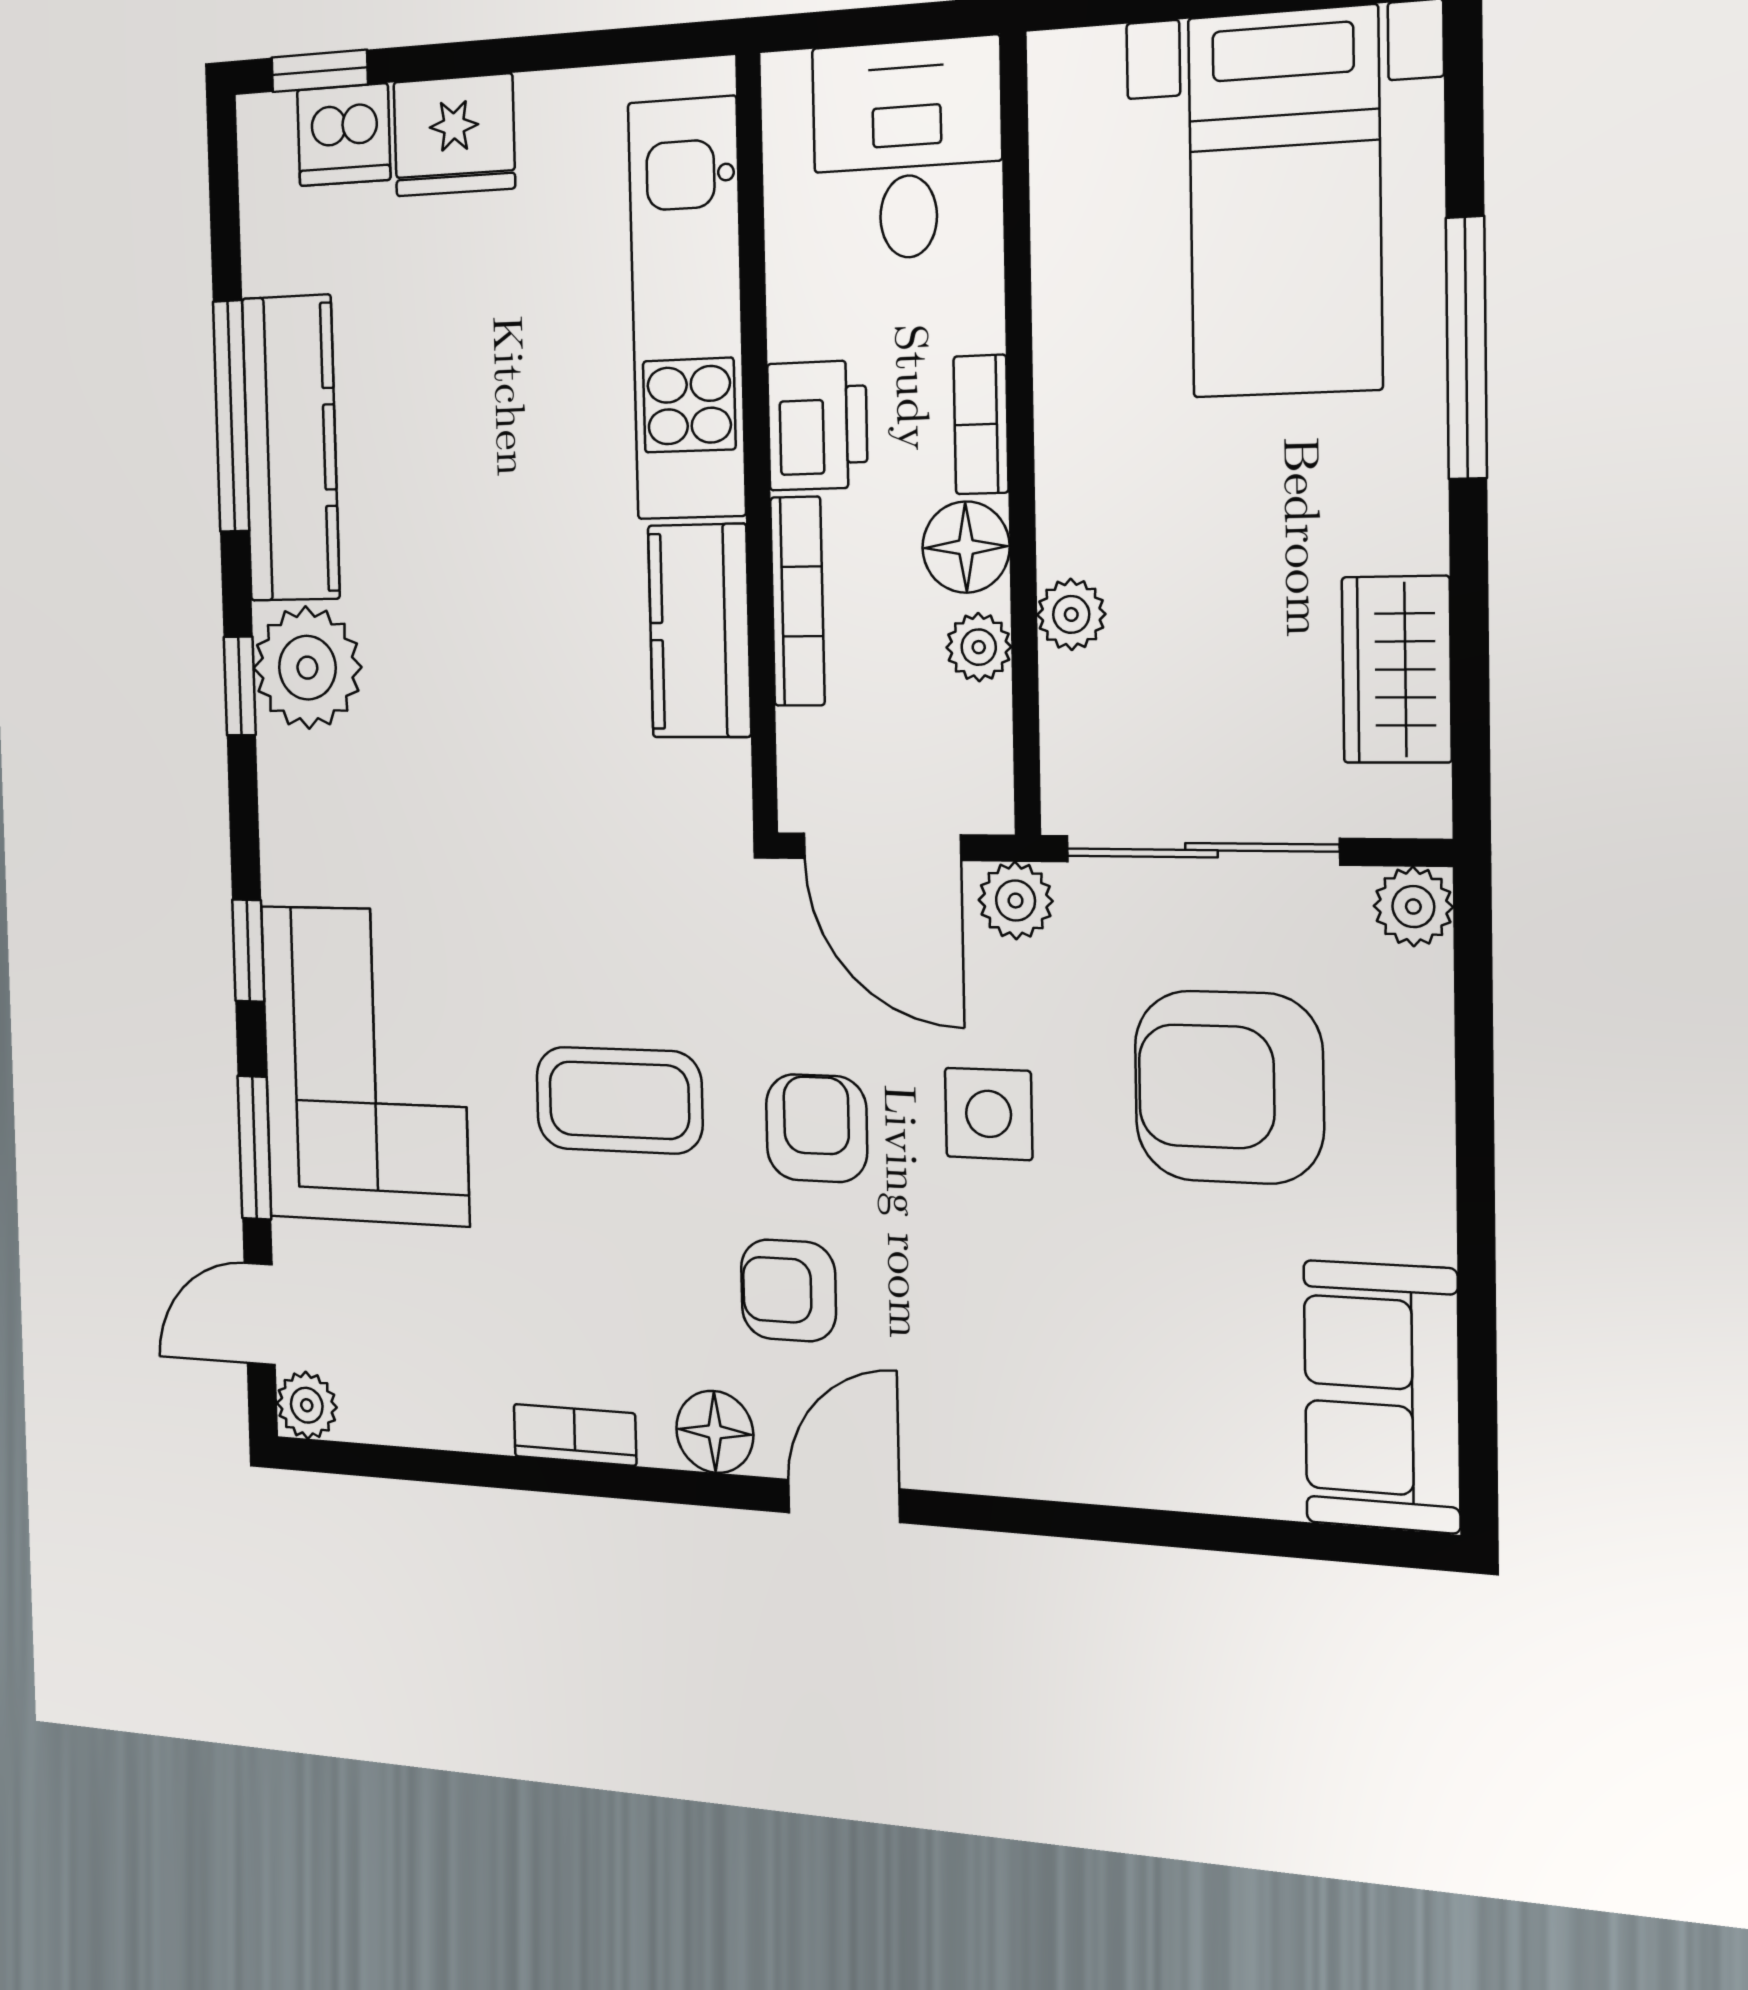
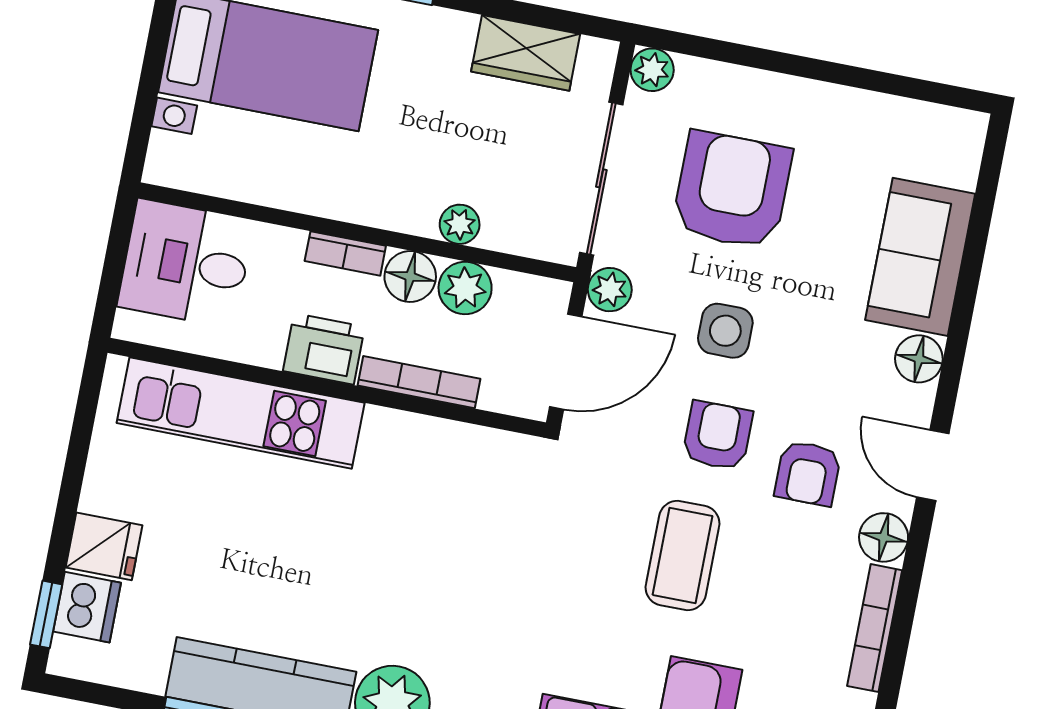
fridge: (454, 135) -> (104, 546), width x0.72
kitchen counter: (699, 631) -> (423, 445), removed
plant: (979, 647) -> (465, 288), width x1.38, depth x1.38
armchair: (1229, 1087) -> (732, 190), turned 180
armchair: (817, 1128) -> (718, 436), turned 90
sofa: (1382, 1396) -> (920, 257), moved, turned 90
bookcase: (575, 1435) -> (875, 628), width x1.56
floor lamp: (1011, 1456) -> (919, 359), added

